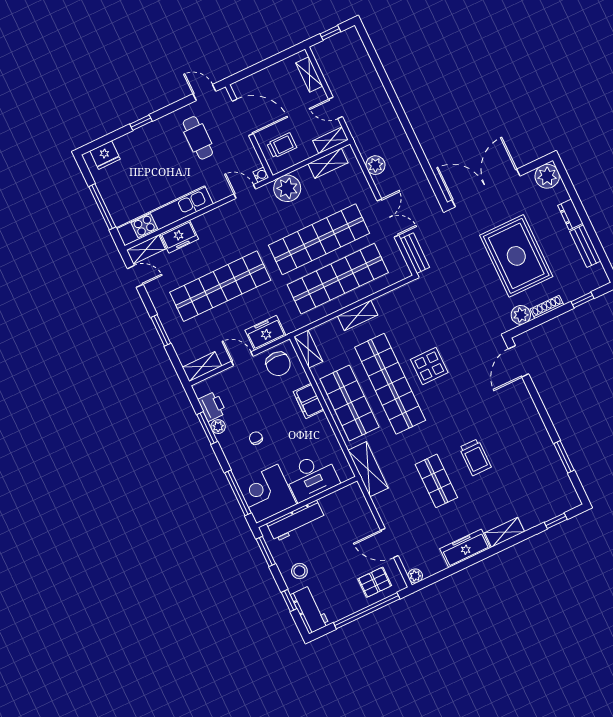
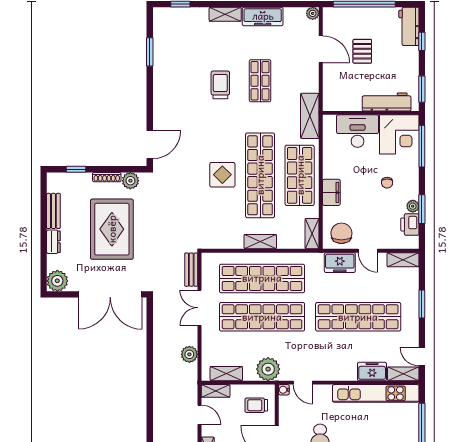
stool: (299, 571) -> (403, 61), removed
pallet: (375, 582) -> (362, 51), moved, turned 90

